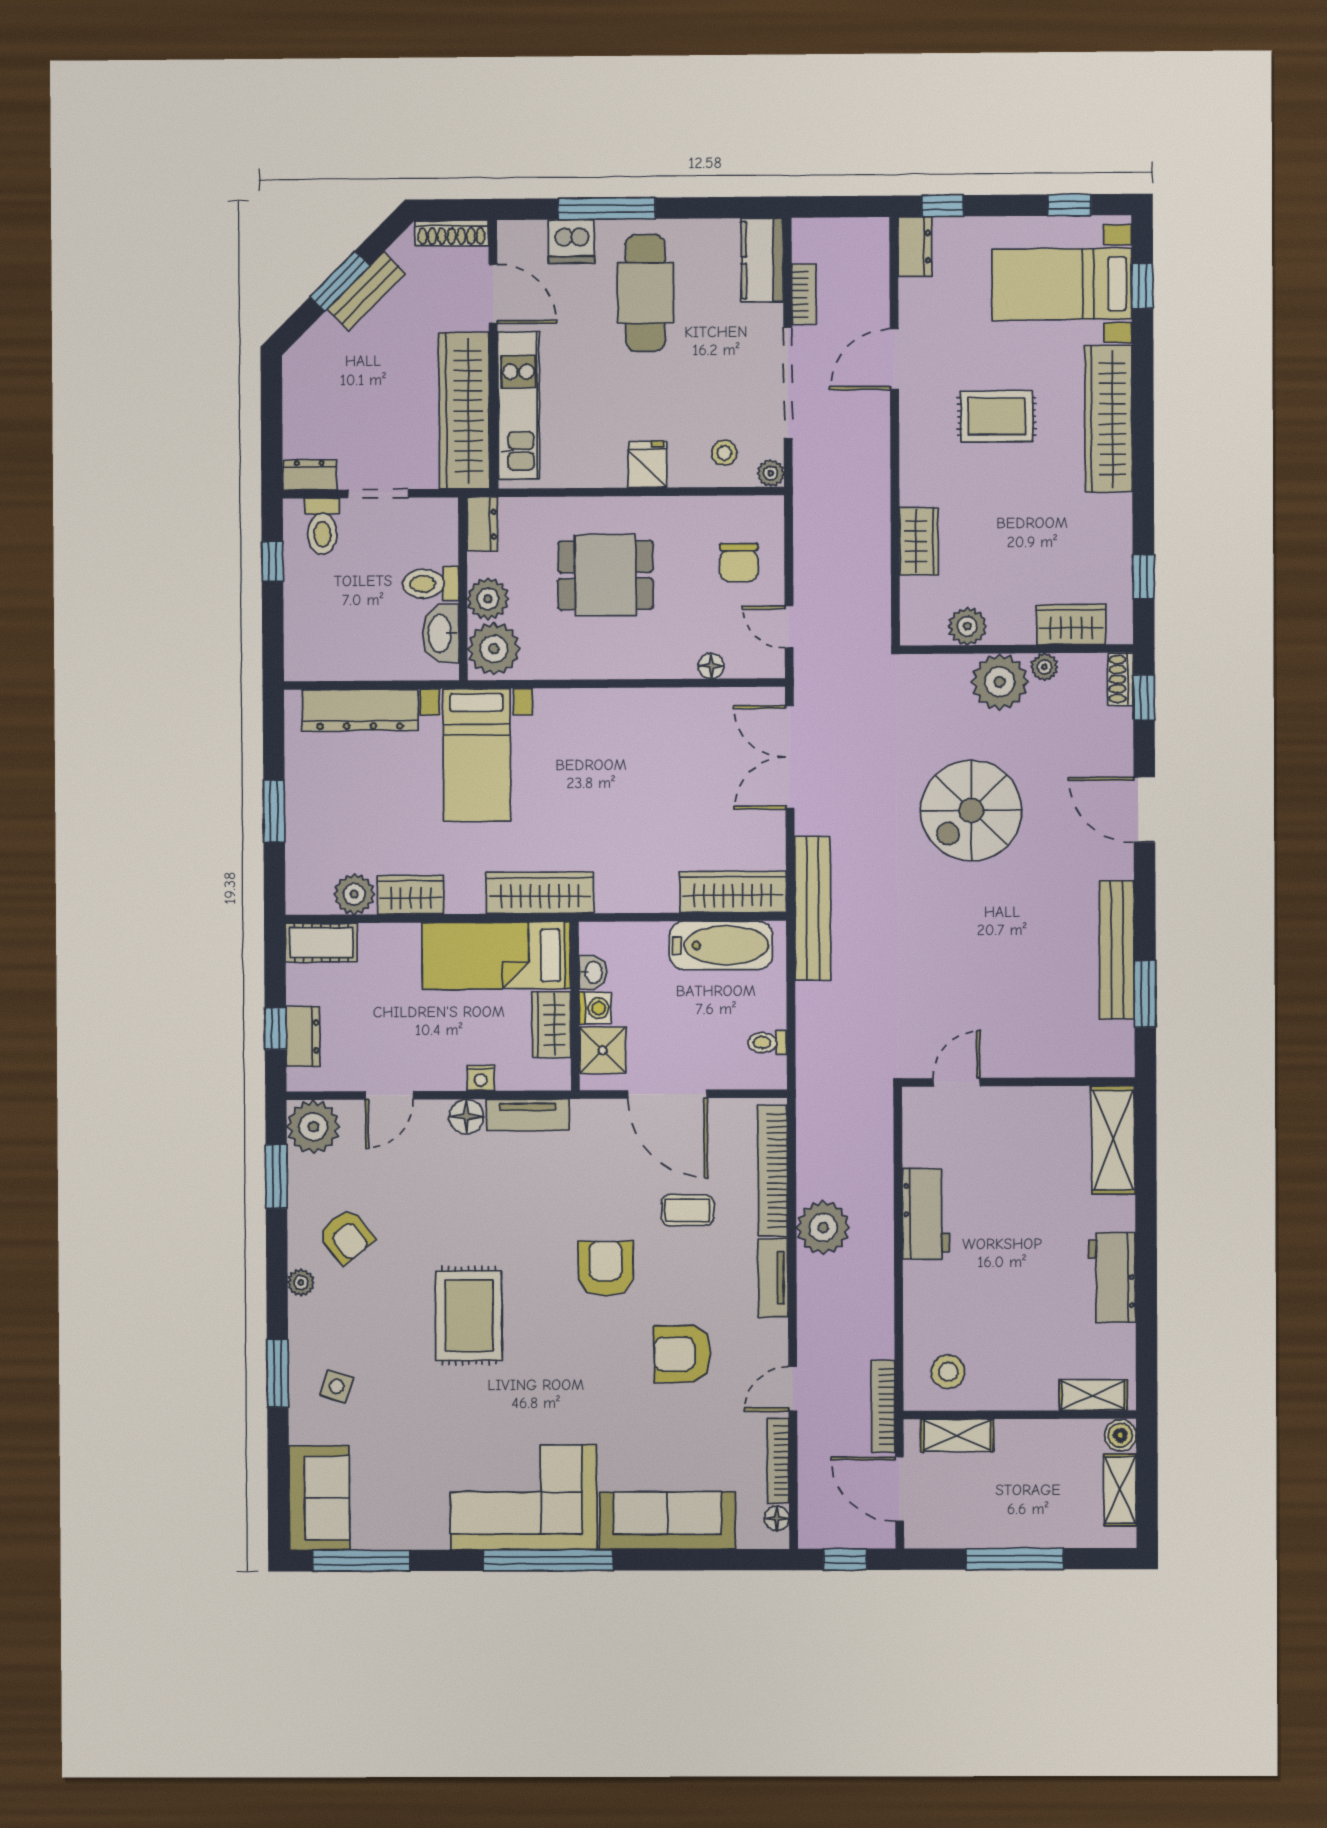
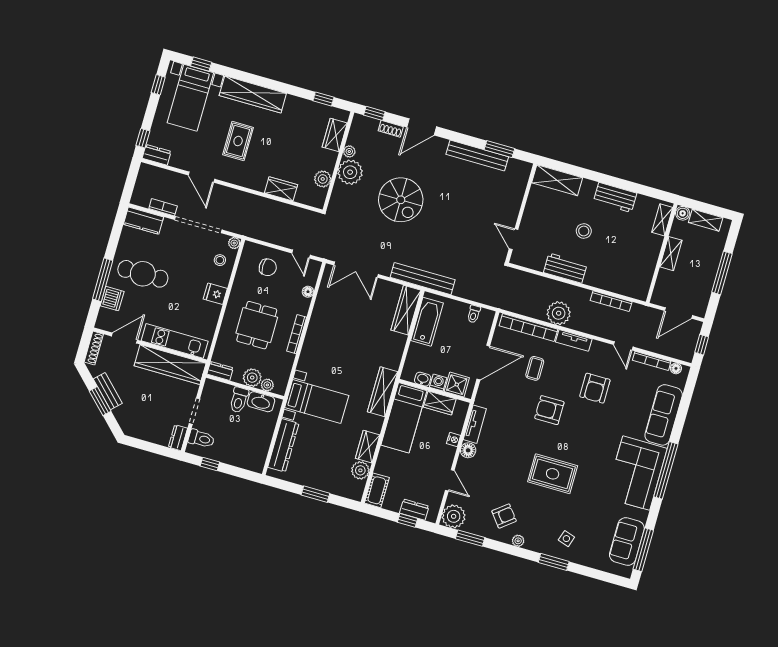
door: (789, 627) -> (301, 254), hinge flipped
plant: (494, 649) -> (267, 385), width x0.53, depth x0.53
bookcase: (611, 668) -> (297, 334), added
shoe rack: (1120, 679) -> (391, 129), moved
stool: (948, 1372) -> (584, 231), moved
bookcase: (883, 1406) -> (611, 301), moved
shelving: (957, 1435) -> (671, 254), moved
sofa: (319, 1498) -> (627, 541), moved, turned -90

